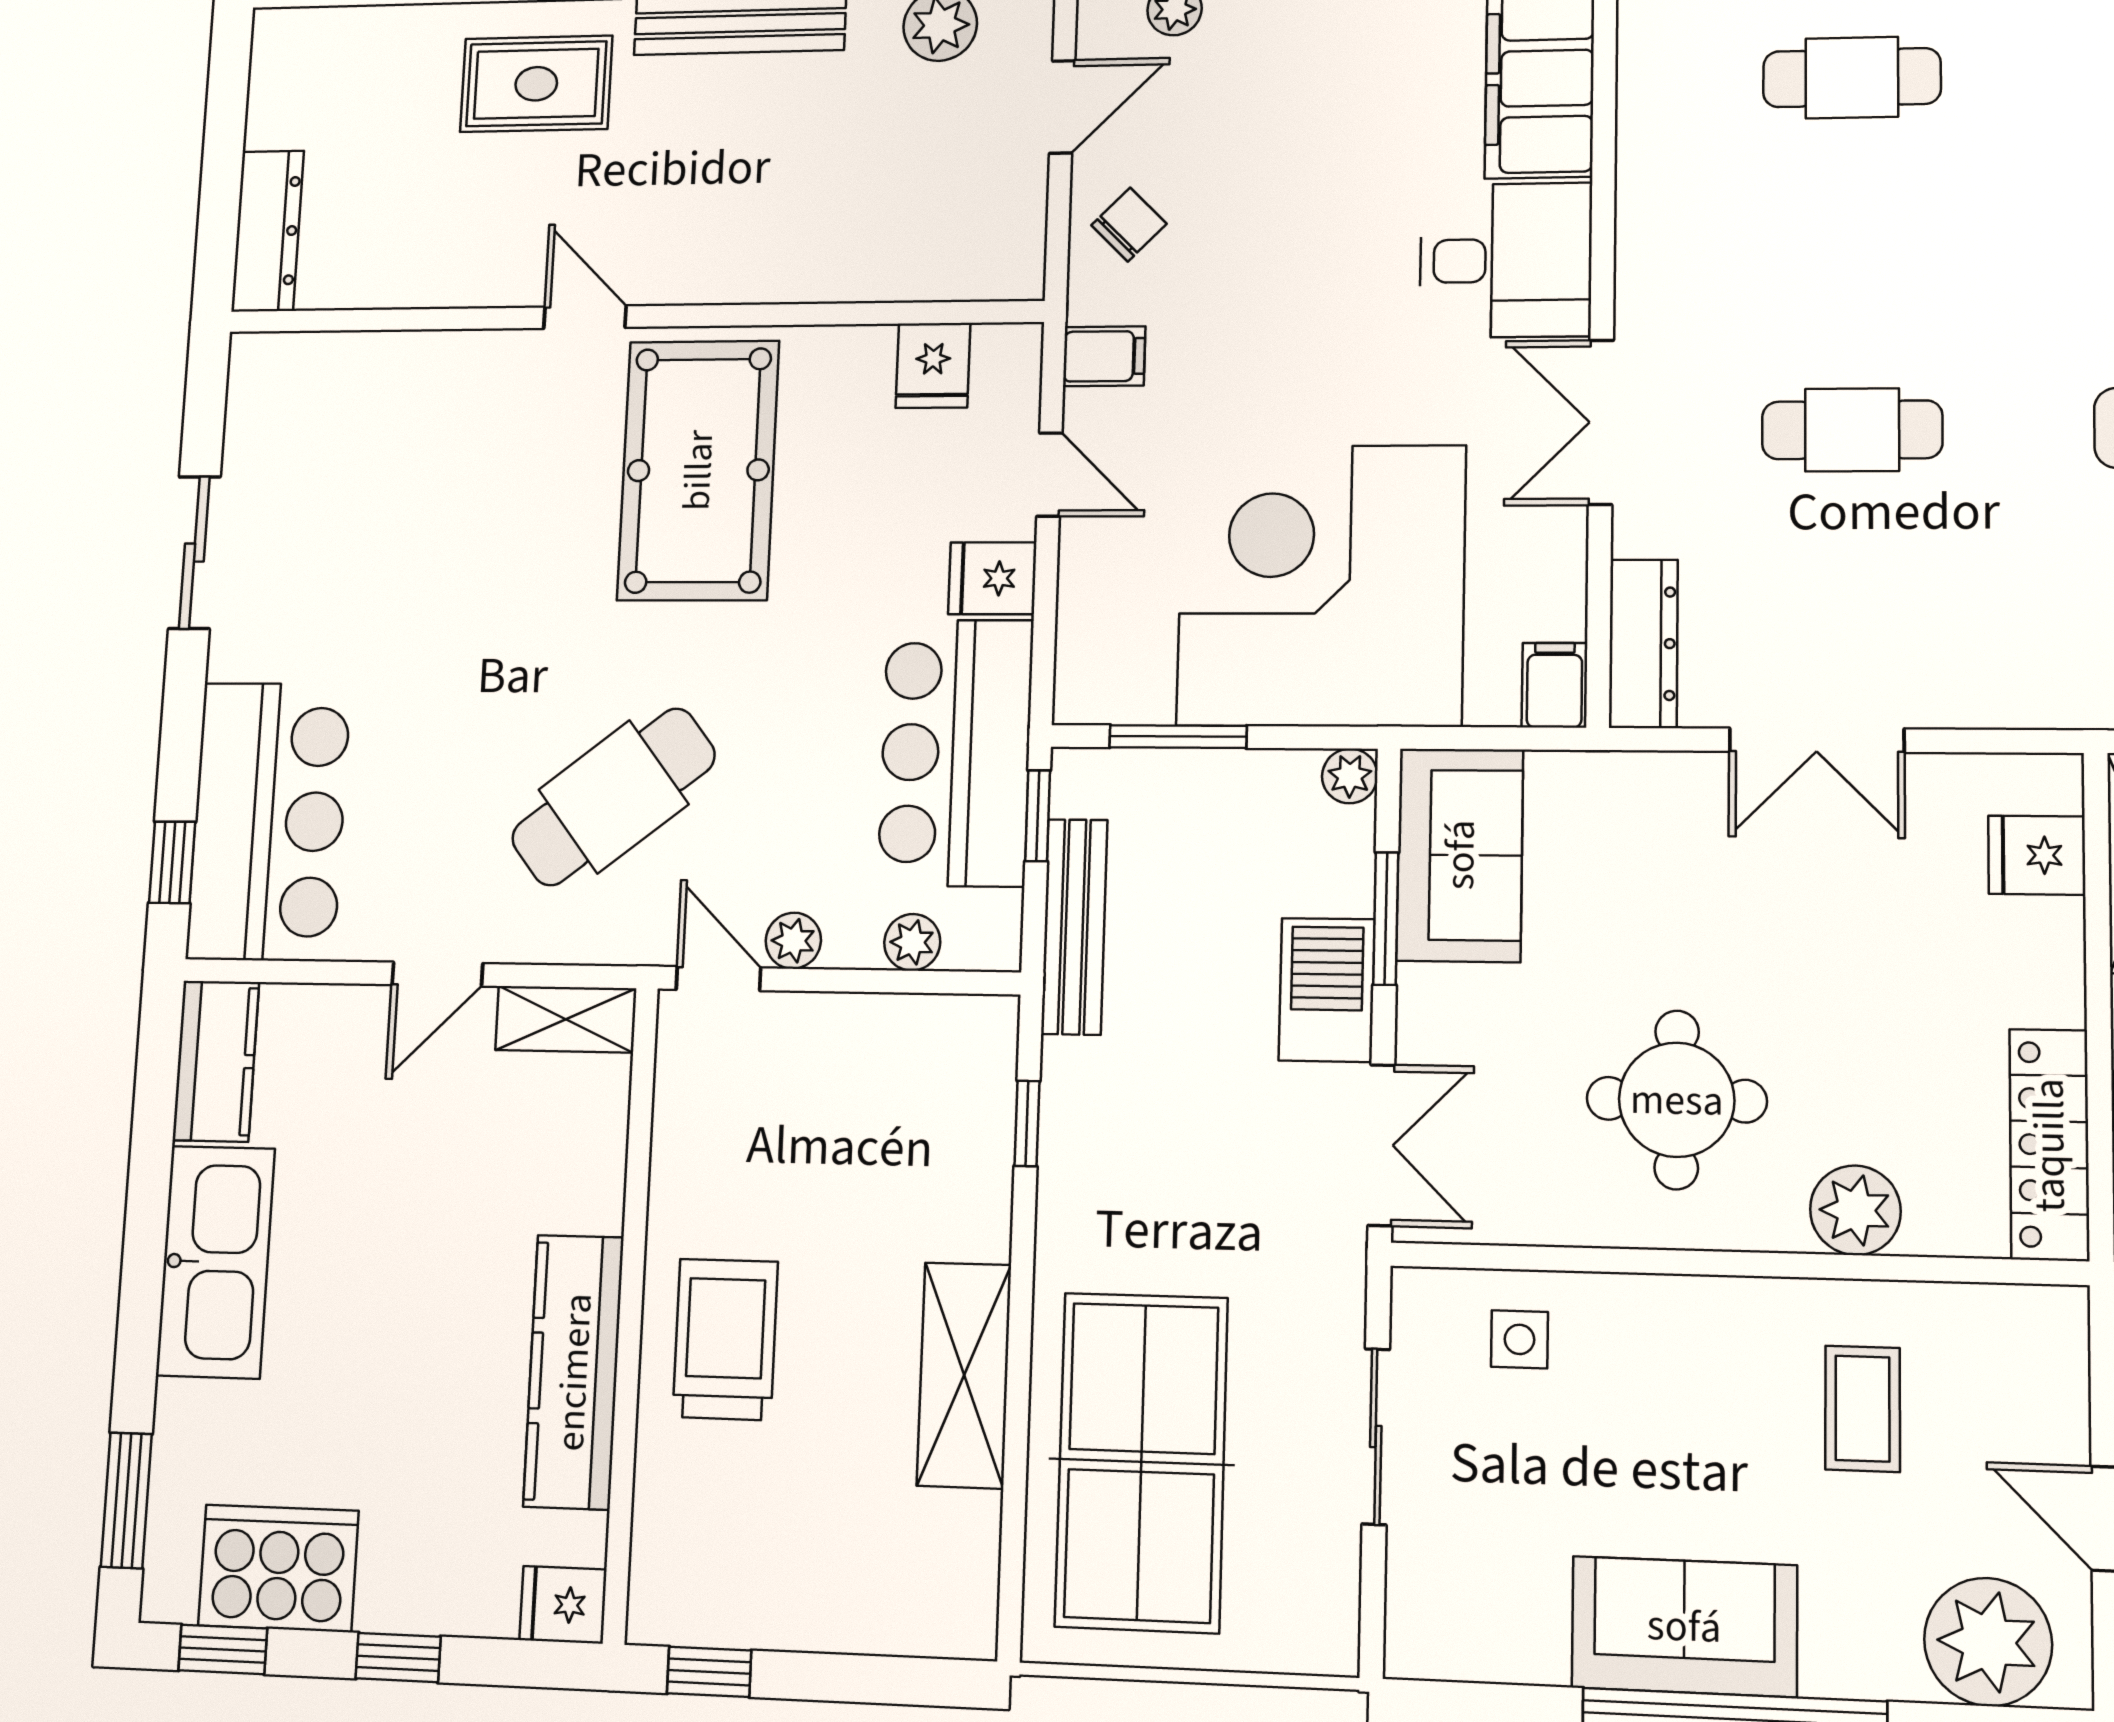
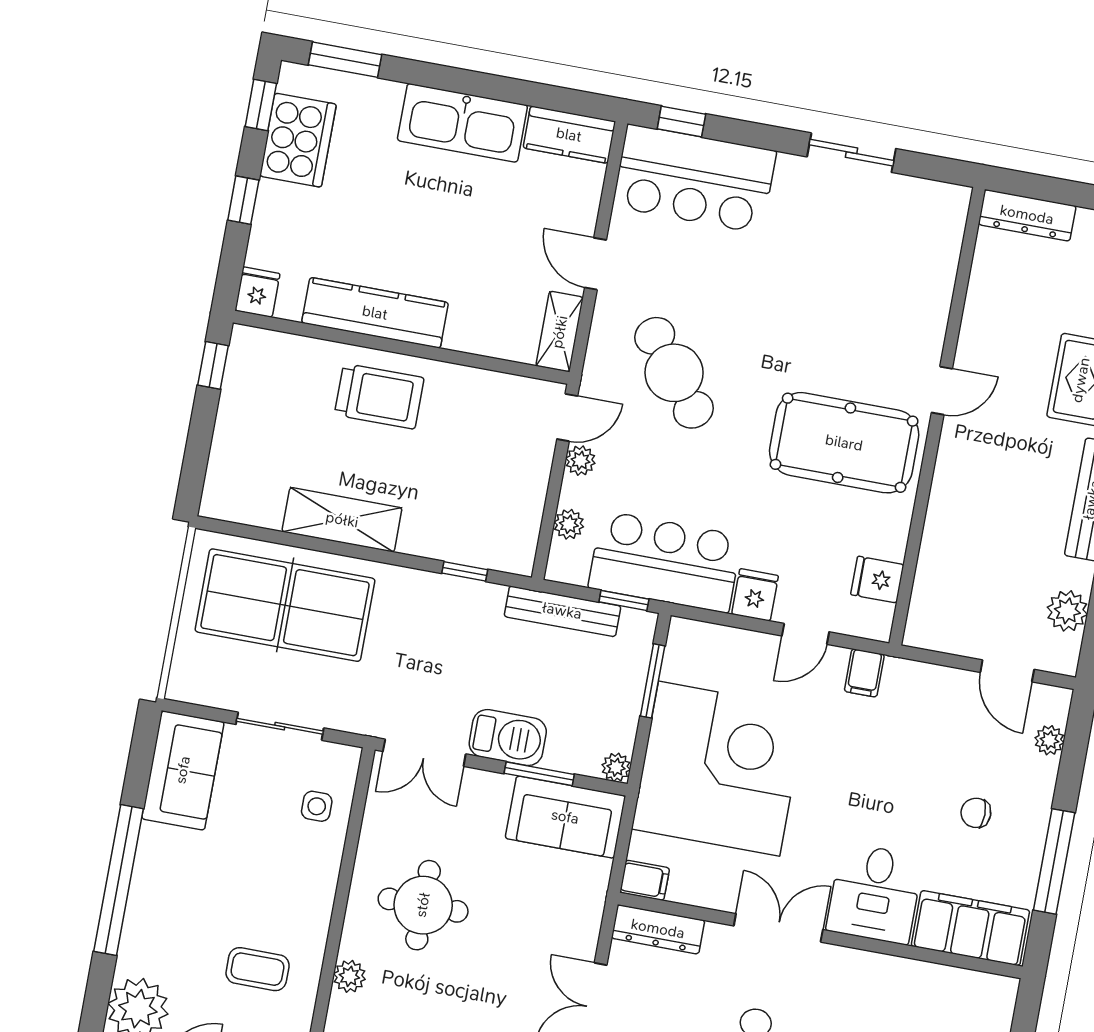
chair: (1129, 225) -> (976, 813), moved, turned 135
plant: (1855, 1210) -> (349, 976), width x0.73, depth x0.73
sofa: (1684, 1626) -> (183, 770), moved

